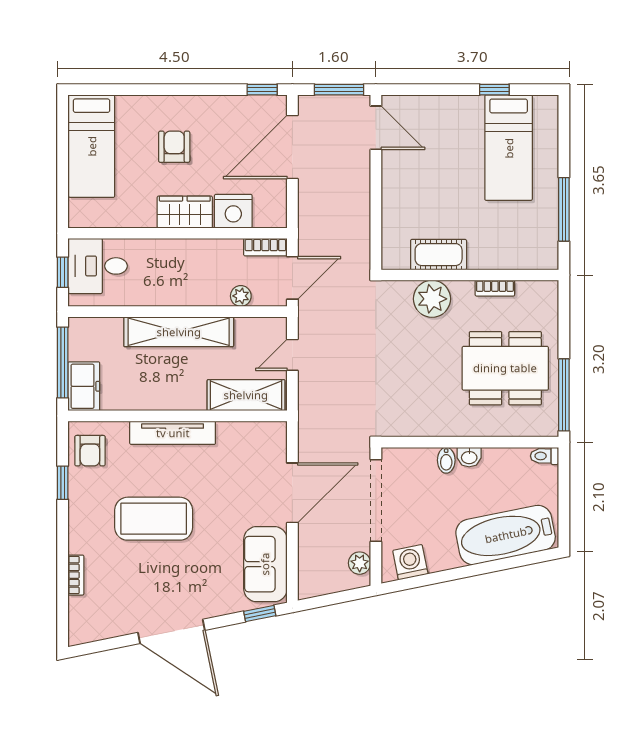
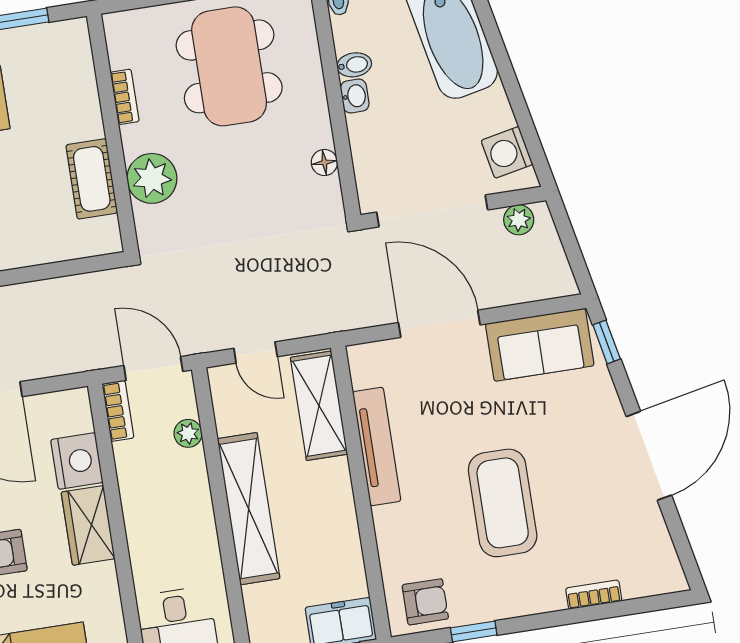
floor lamp: (424, 427) -> (324, 162), added
tv unit: (173, 433) -> (377, 446), moved
bidet: (446, 460) -> (354, 65), moved

